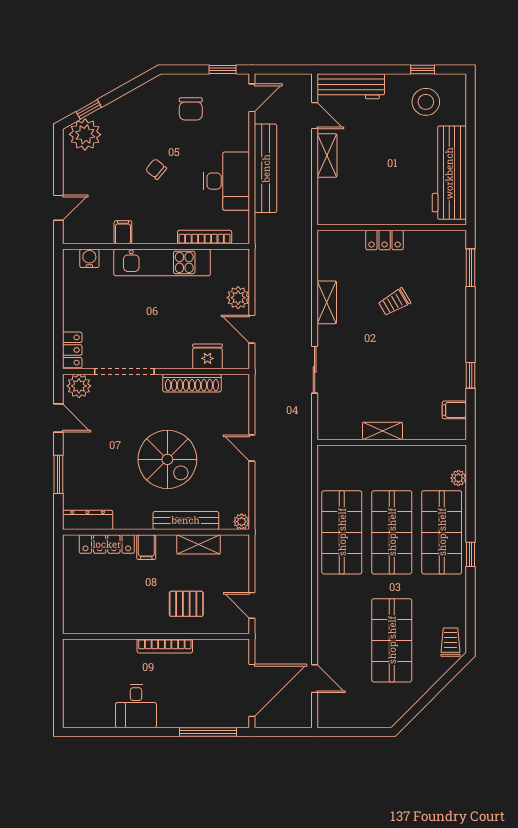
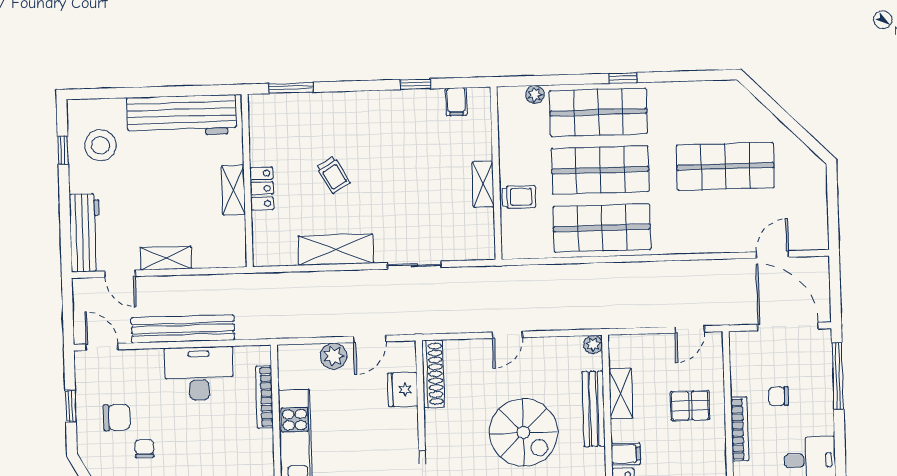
window: (222, 69) -> (71, 406), moved
door: (315, 116) -> (120, 274), swing flipped
chair: (156, 169) -> (144, 449), moved, turned 140
shelving: (384, 215) -> (233, 190), added
shelving: (327, 302) -> (336, 250), width x1.50, depth x1.33
shoe rack: (192, 383) -> (433, 374), moved
spiral stairs: (167, 459) -> (523, 432), turned 90
pallet: (186, 604) -> (690, 406), turned 90
trolley: (451, 642) -> (519, 197), moved, turned 180
chair: (192, 680) -> (779, 396), added

